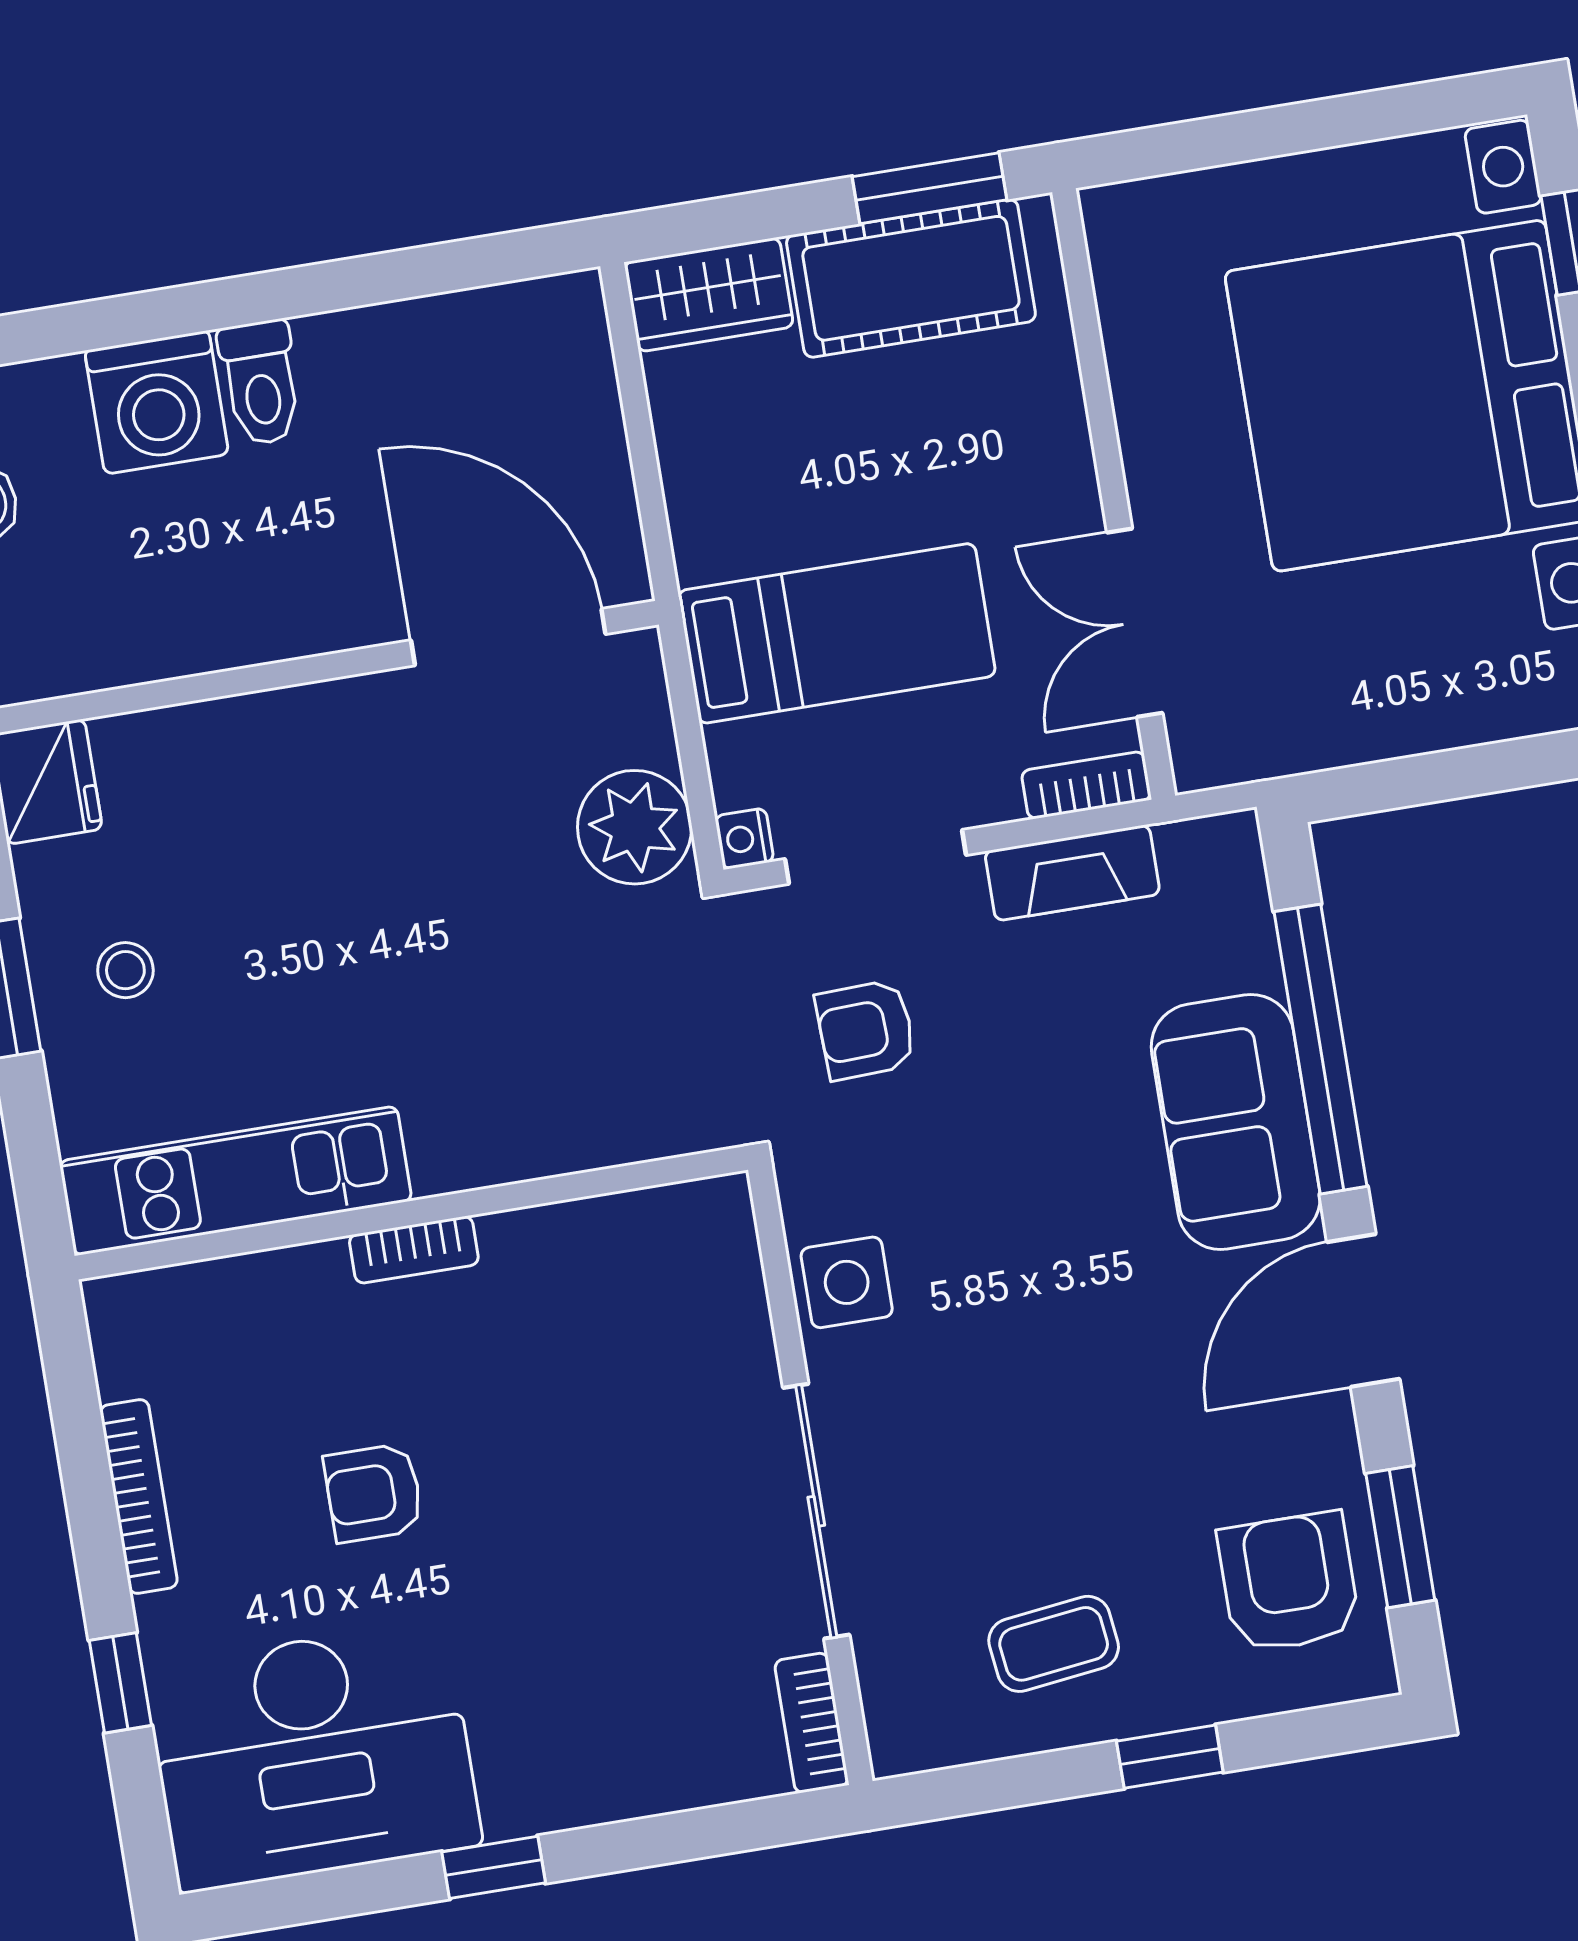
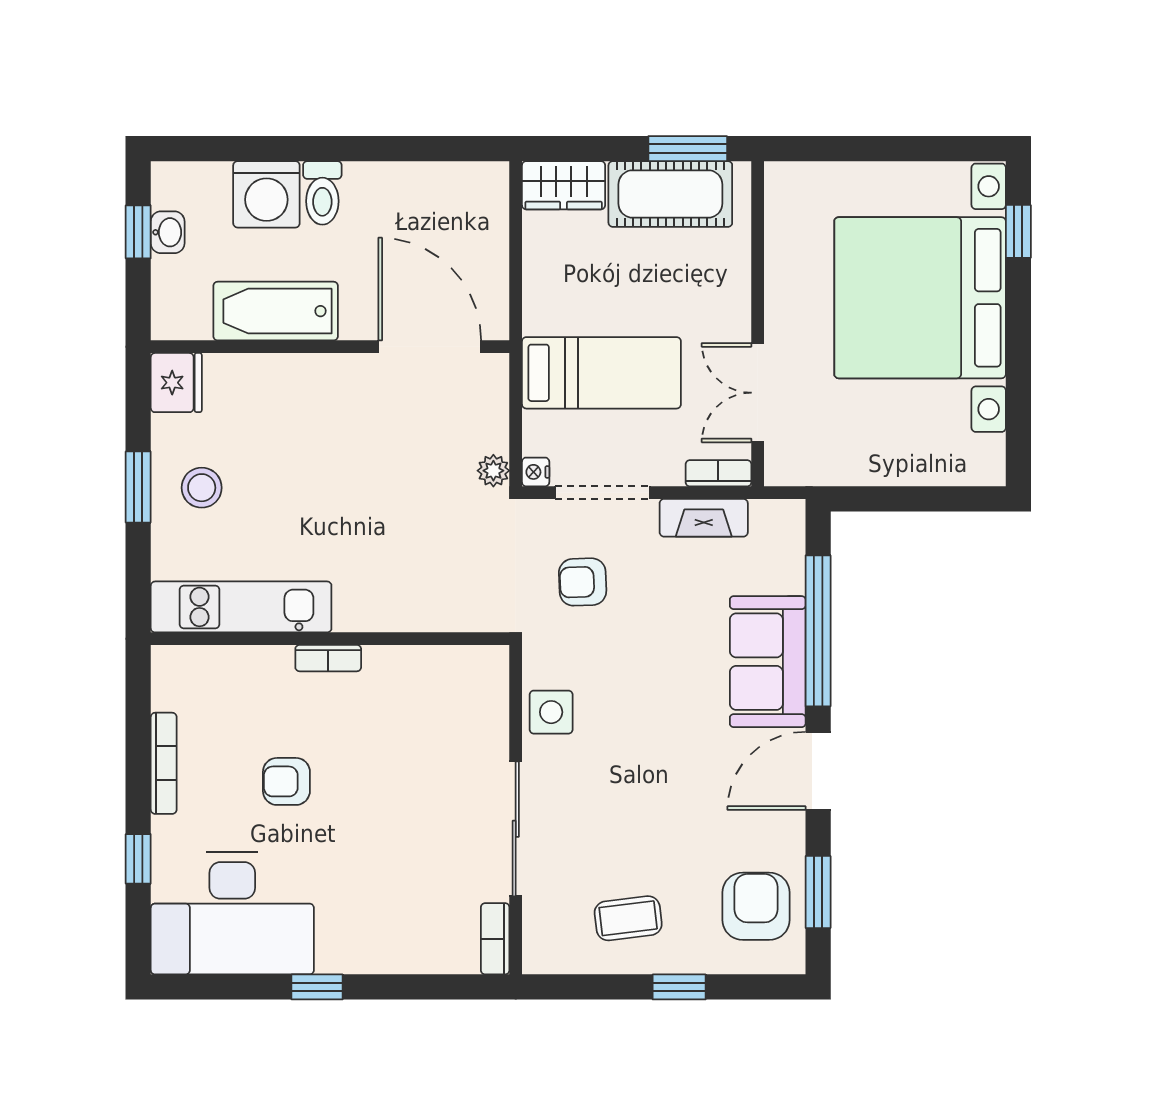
bathtub: (210, 618) -> (276, 311), added
plant: (635, 827) -> (493, 471), width x0.53, depth x0.53
stool: (125, 970) -> (202, 488), width x1.37, depth x1.37

